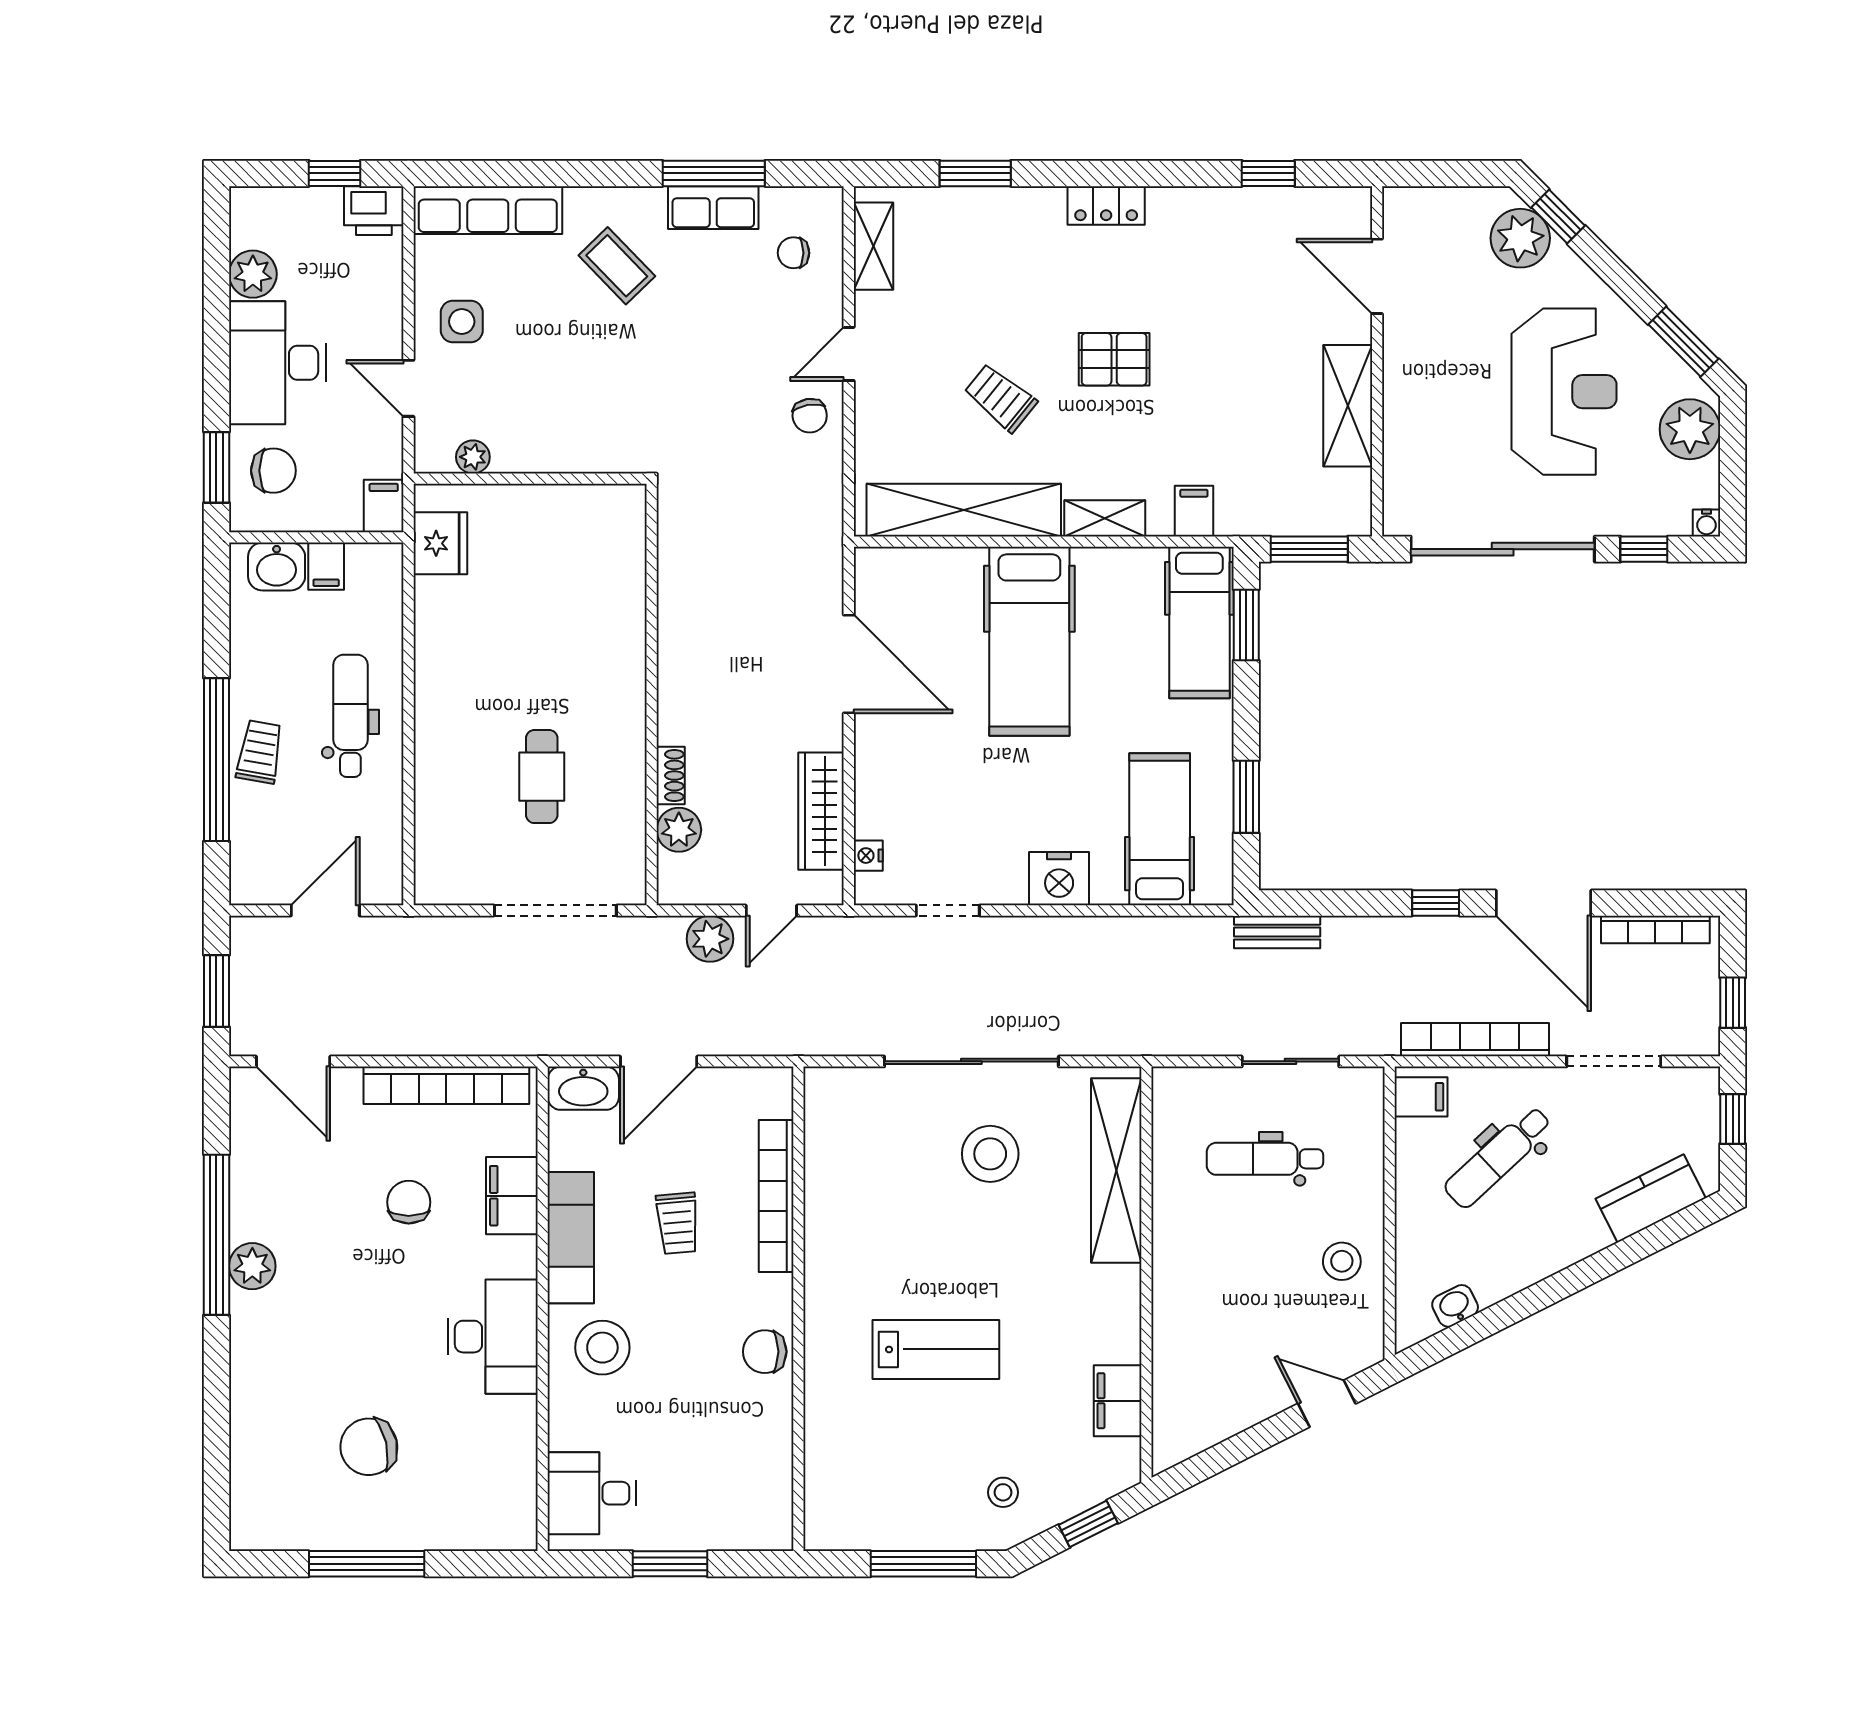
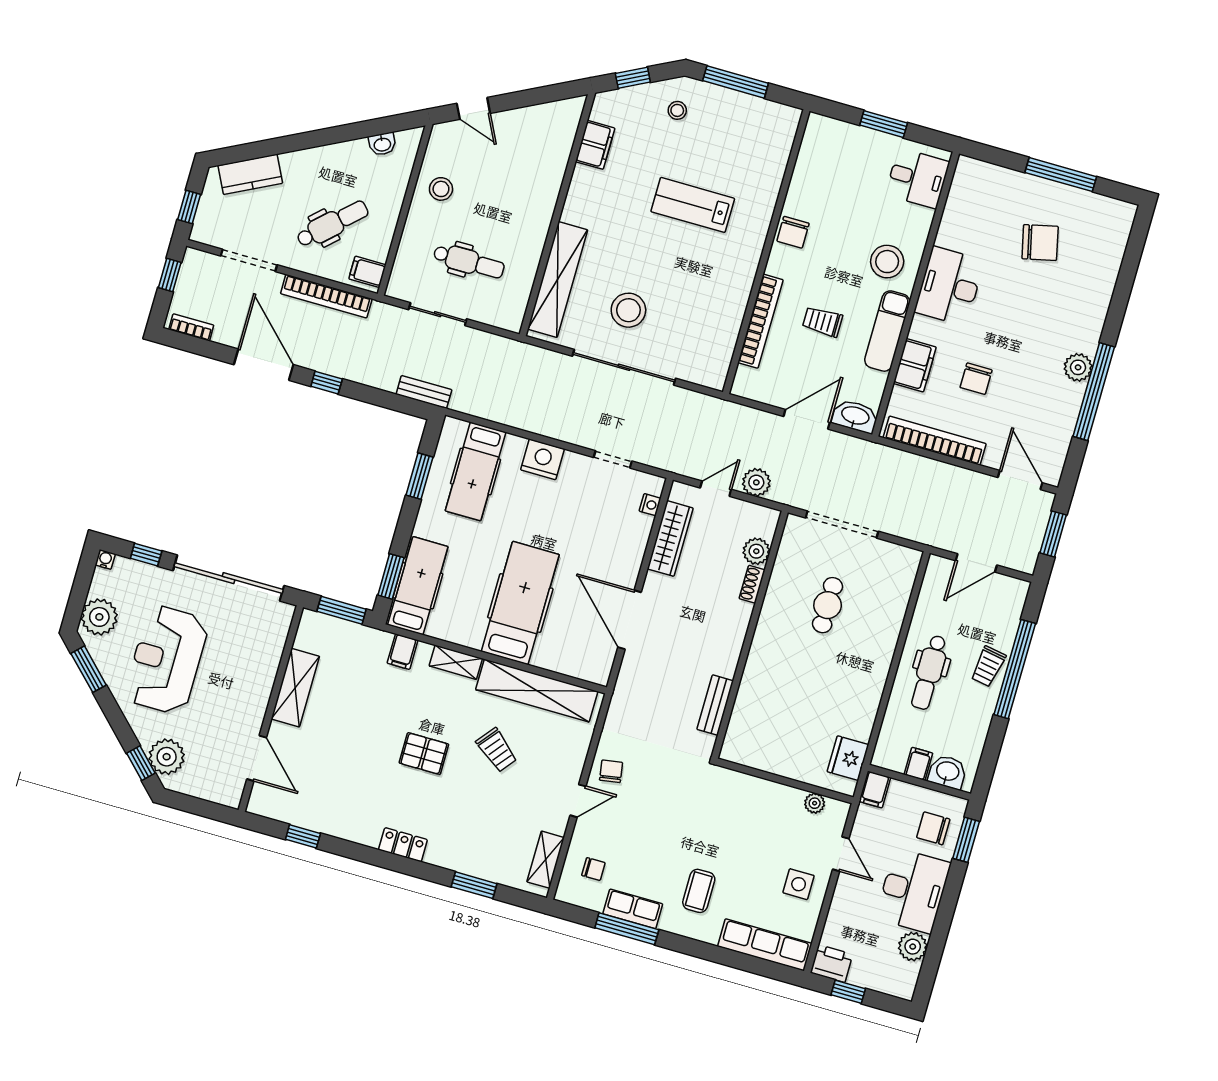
coffee table: (617, 266) -> (699, 891), turned 44
bench: (675, 568) -> (715, 705), added
bookcase: (1655, 929) -> (191, 327), width x0.64
trolley: (678, 1223) -> (823, 322), turned -85
chair: (765, 1352) -> (793, 232), turned 90

